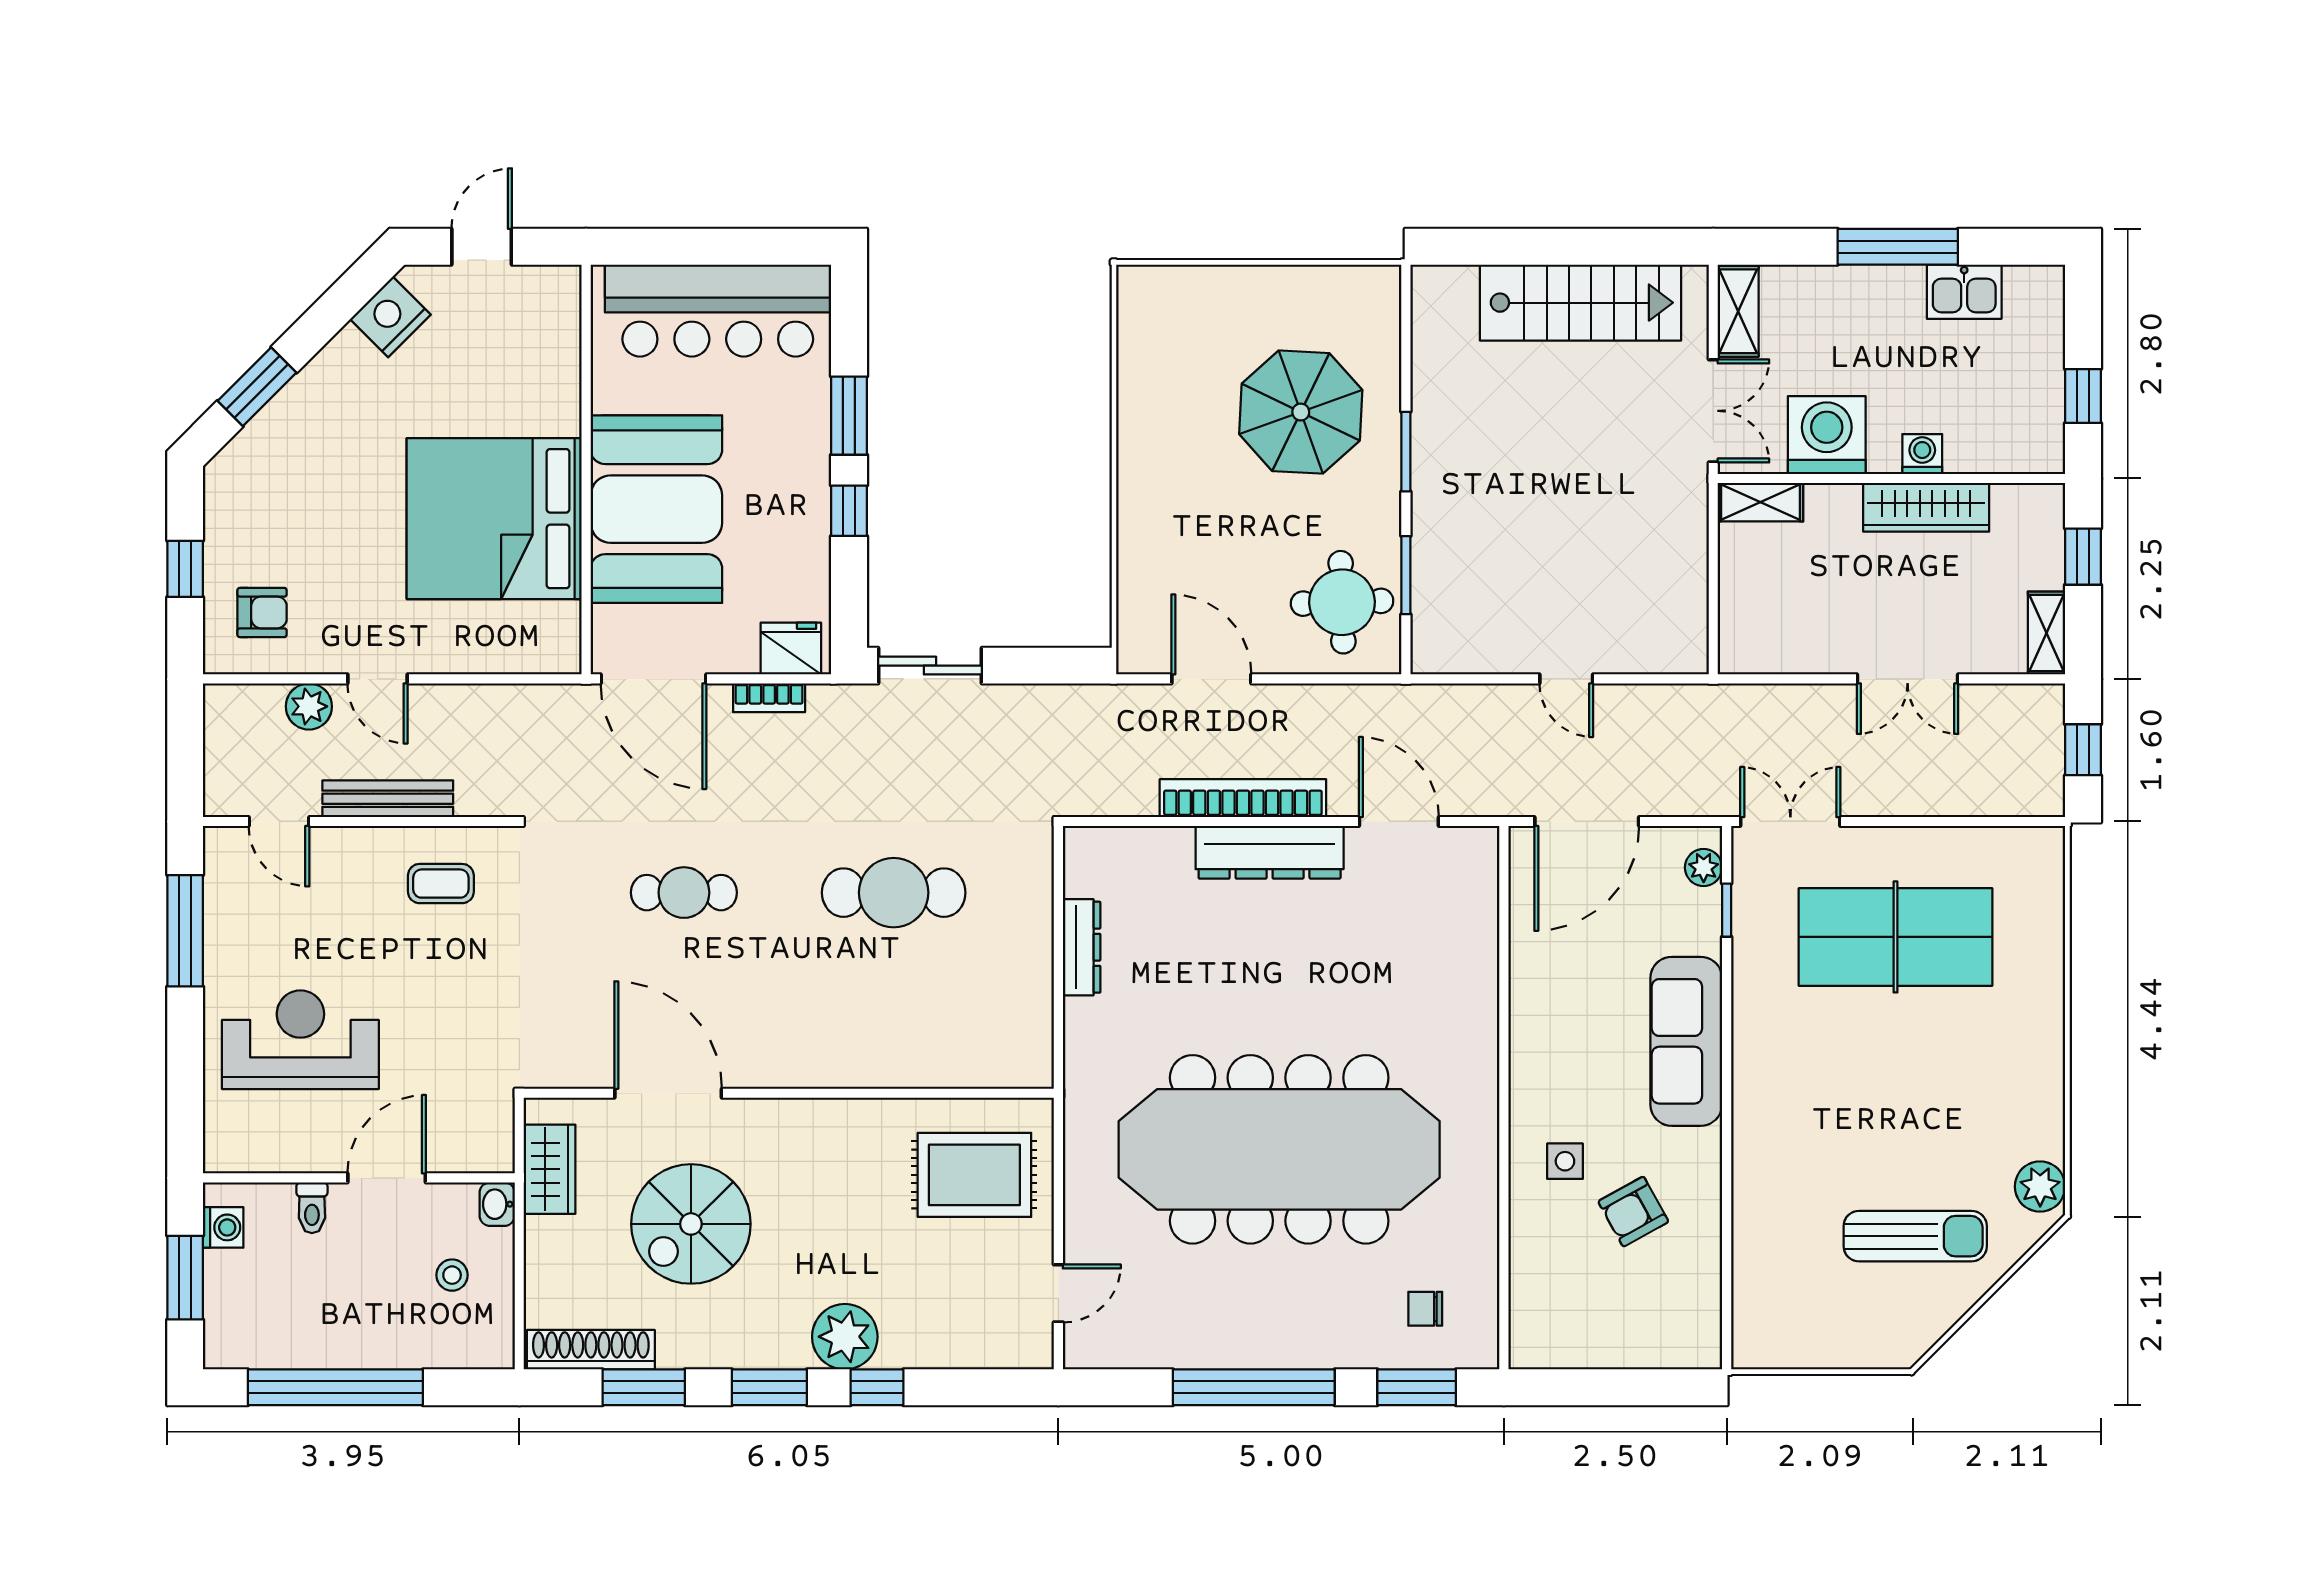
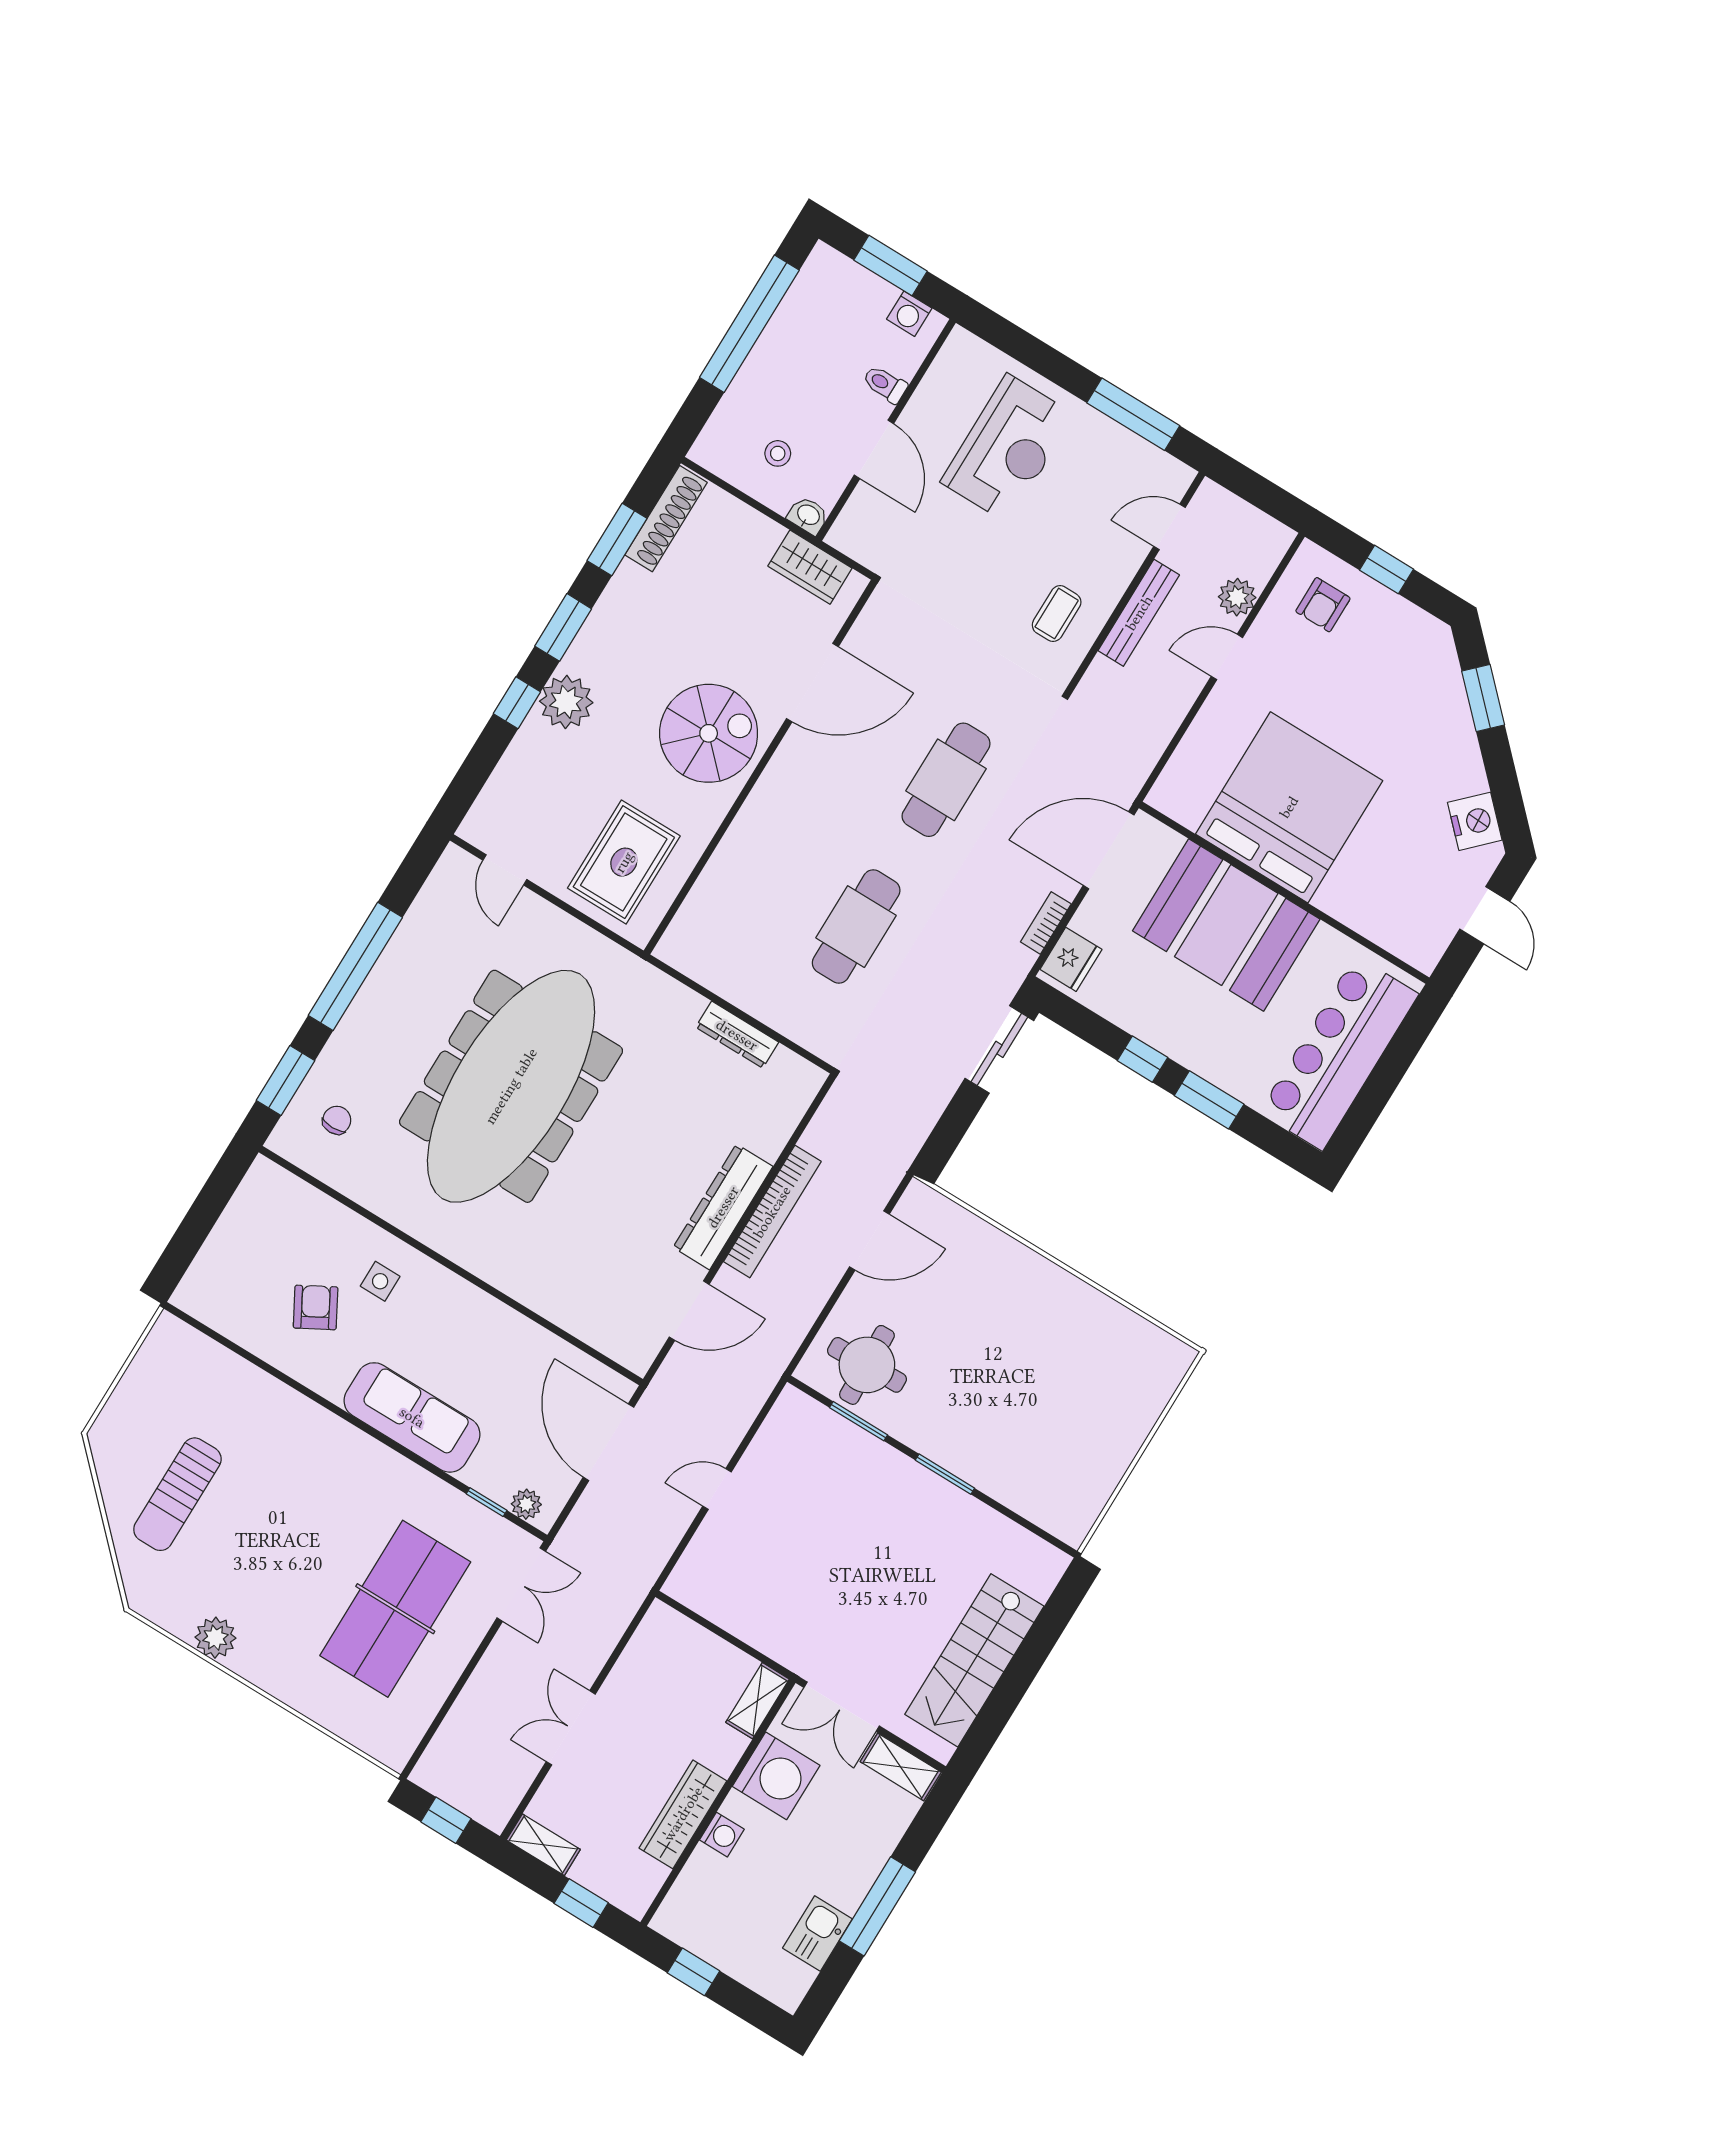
parasol: (1301, 412) -> (1018, 1418), removed
cafe table: (684, 893) -> (946, 780), width x1.37, depth x1.35
plant: (2040, 1187) -> (215, 1638), moved
spiral stairs: (691, 1224) -> (709, 733), moved, turned 90

